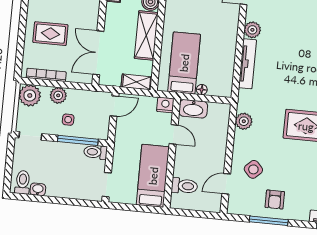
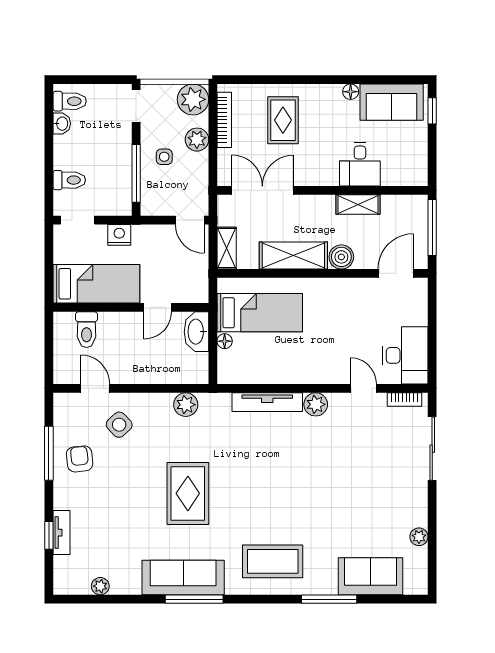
nightstand: (165, 105) -> (119, 235), moved, turned -90
toilet: (95, 152) -> (69, 180), moved, turned 90
armchair: (275, 200) -> (80, 459), turned 84

